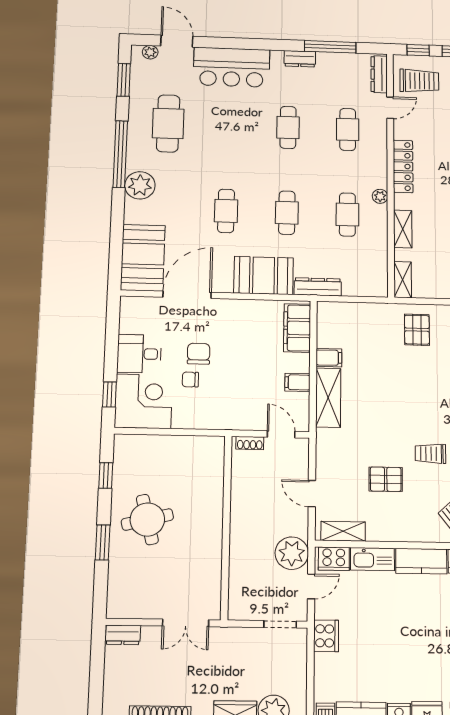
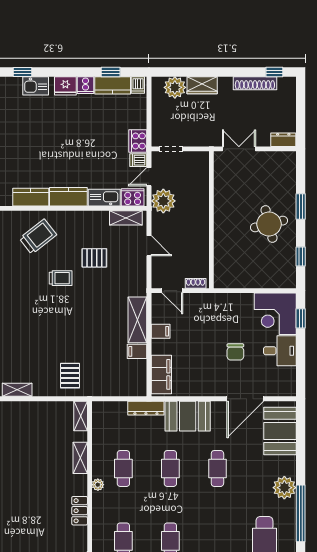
locker: (403, 166) -> (80, 511), width x0.66
chair: (190, 380) -> (241, 331), removed
dishwasher: (326, 609) -> (138, 160), added

